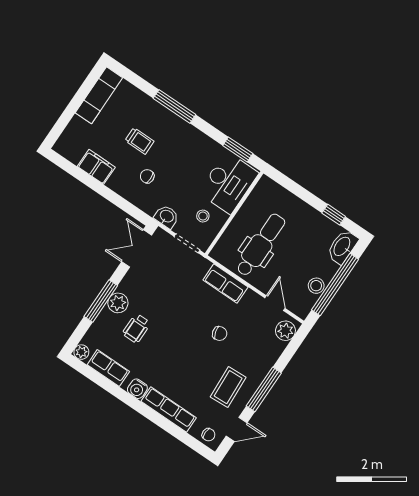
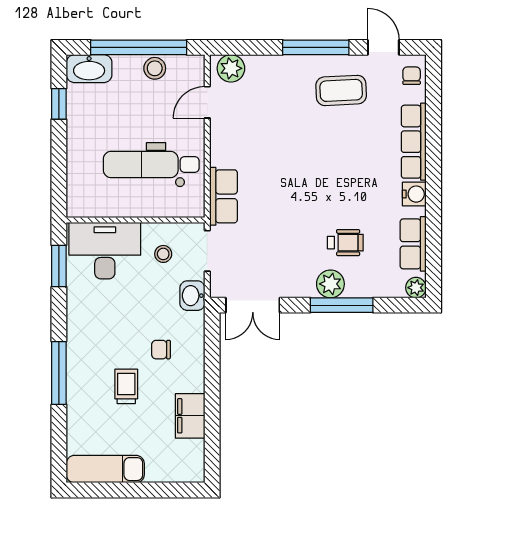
chair: (147, 176) -> (161, 350), turned 90
row of seats: (225, 284) -> (224, 196), moved
chair: (220, 333) -> (286, 142), removed

